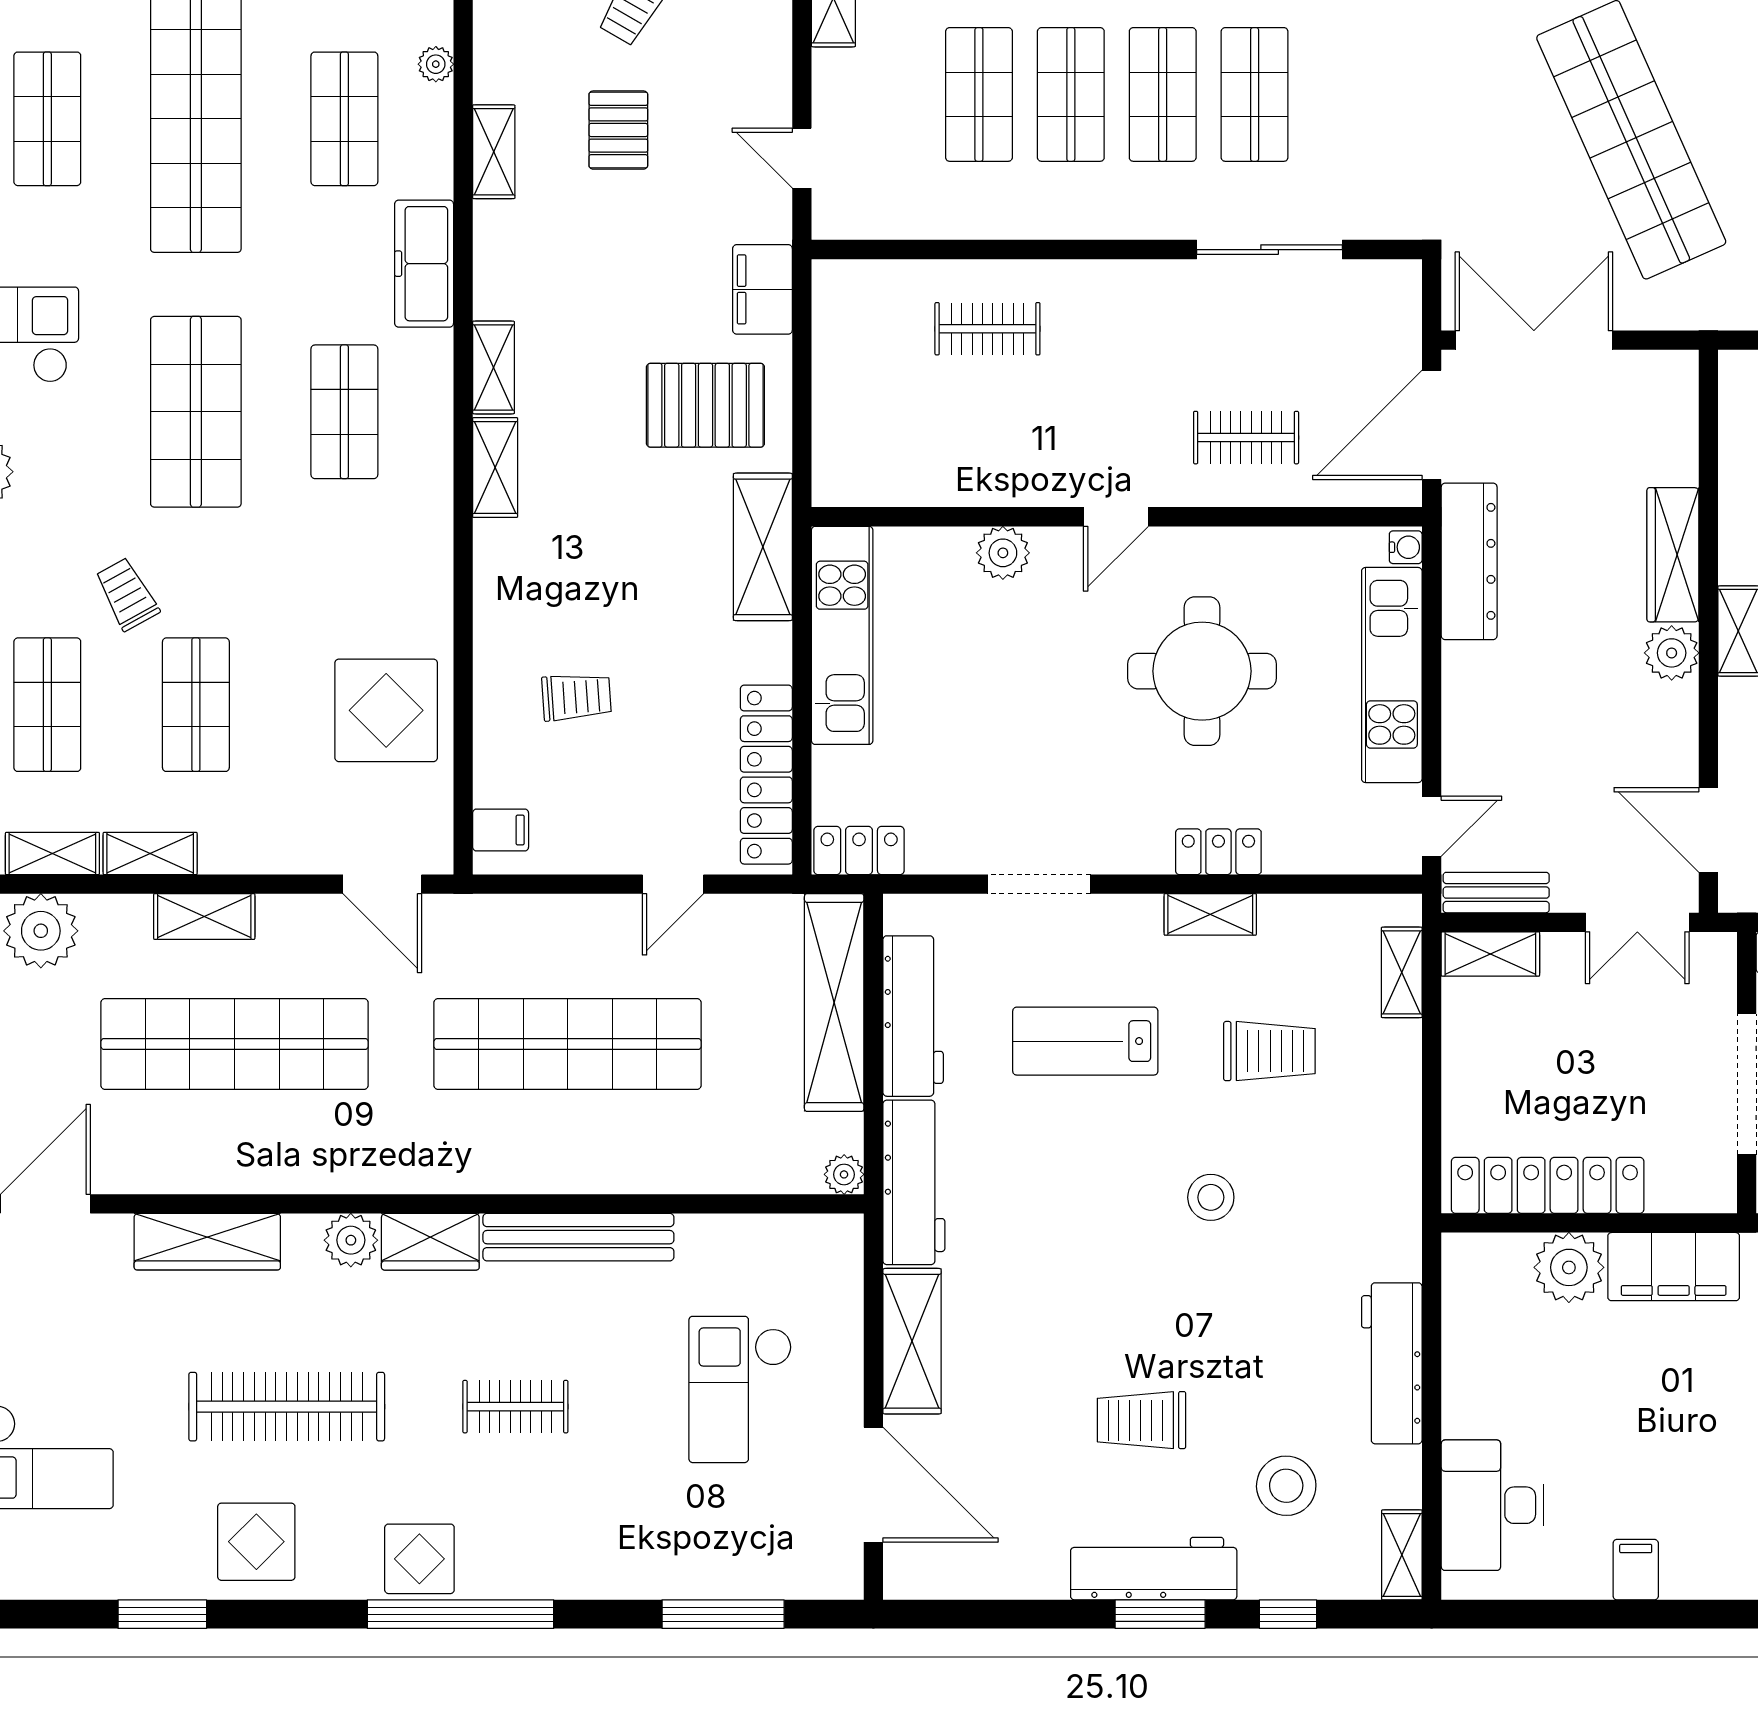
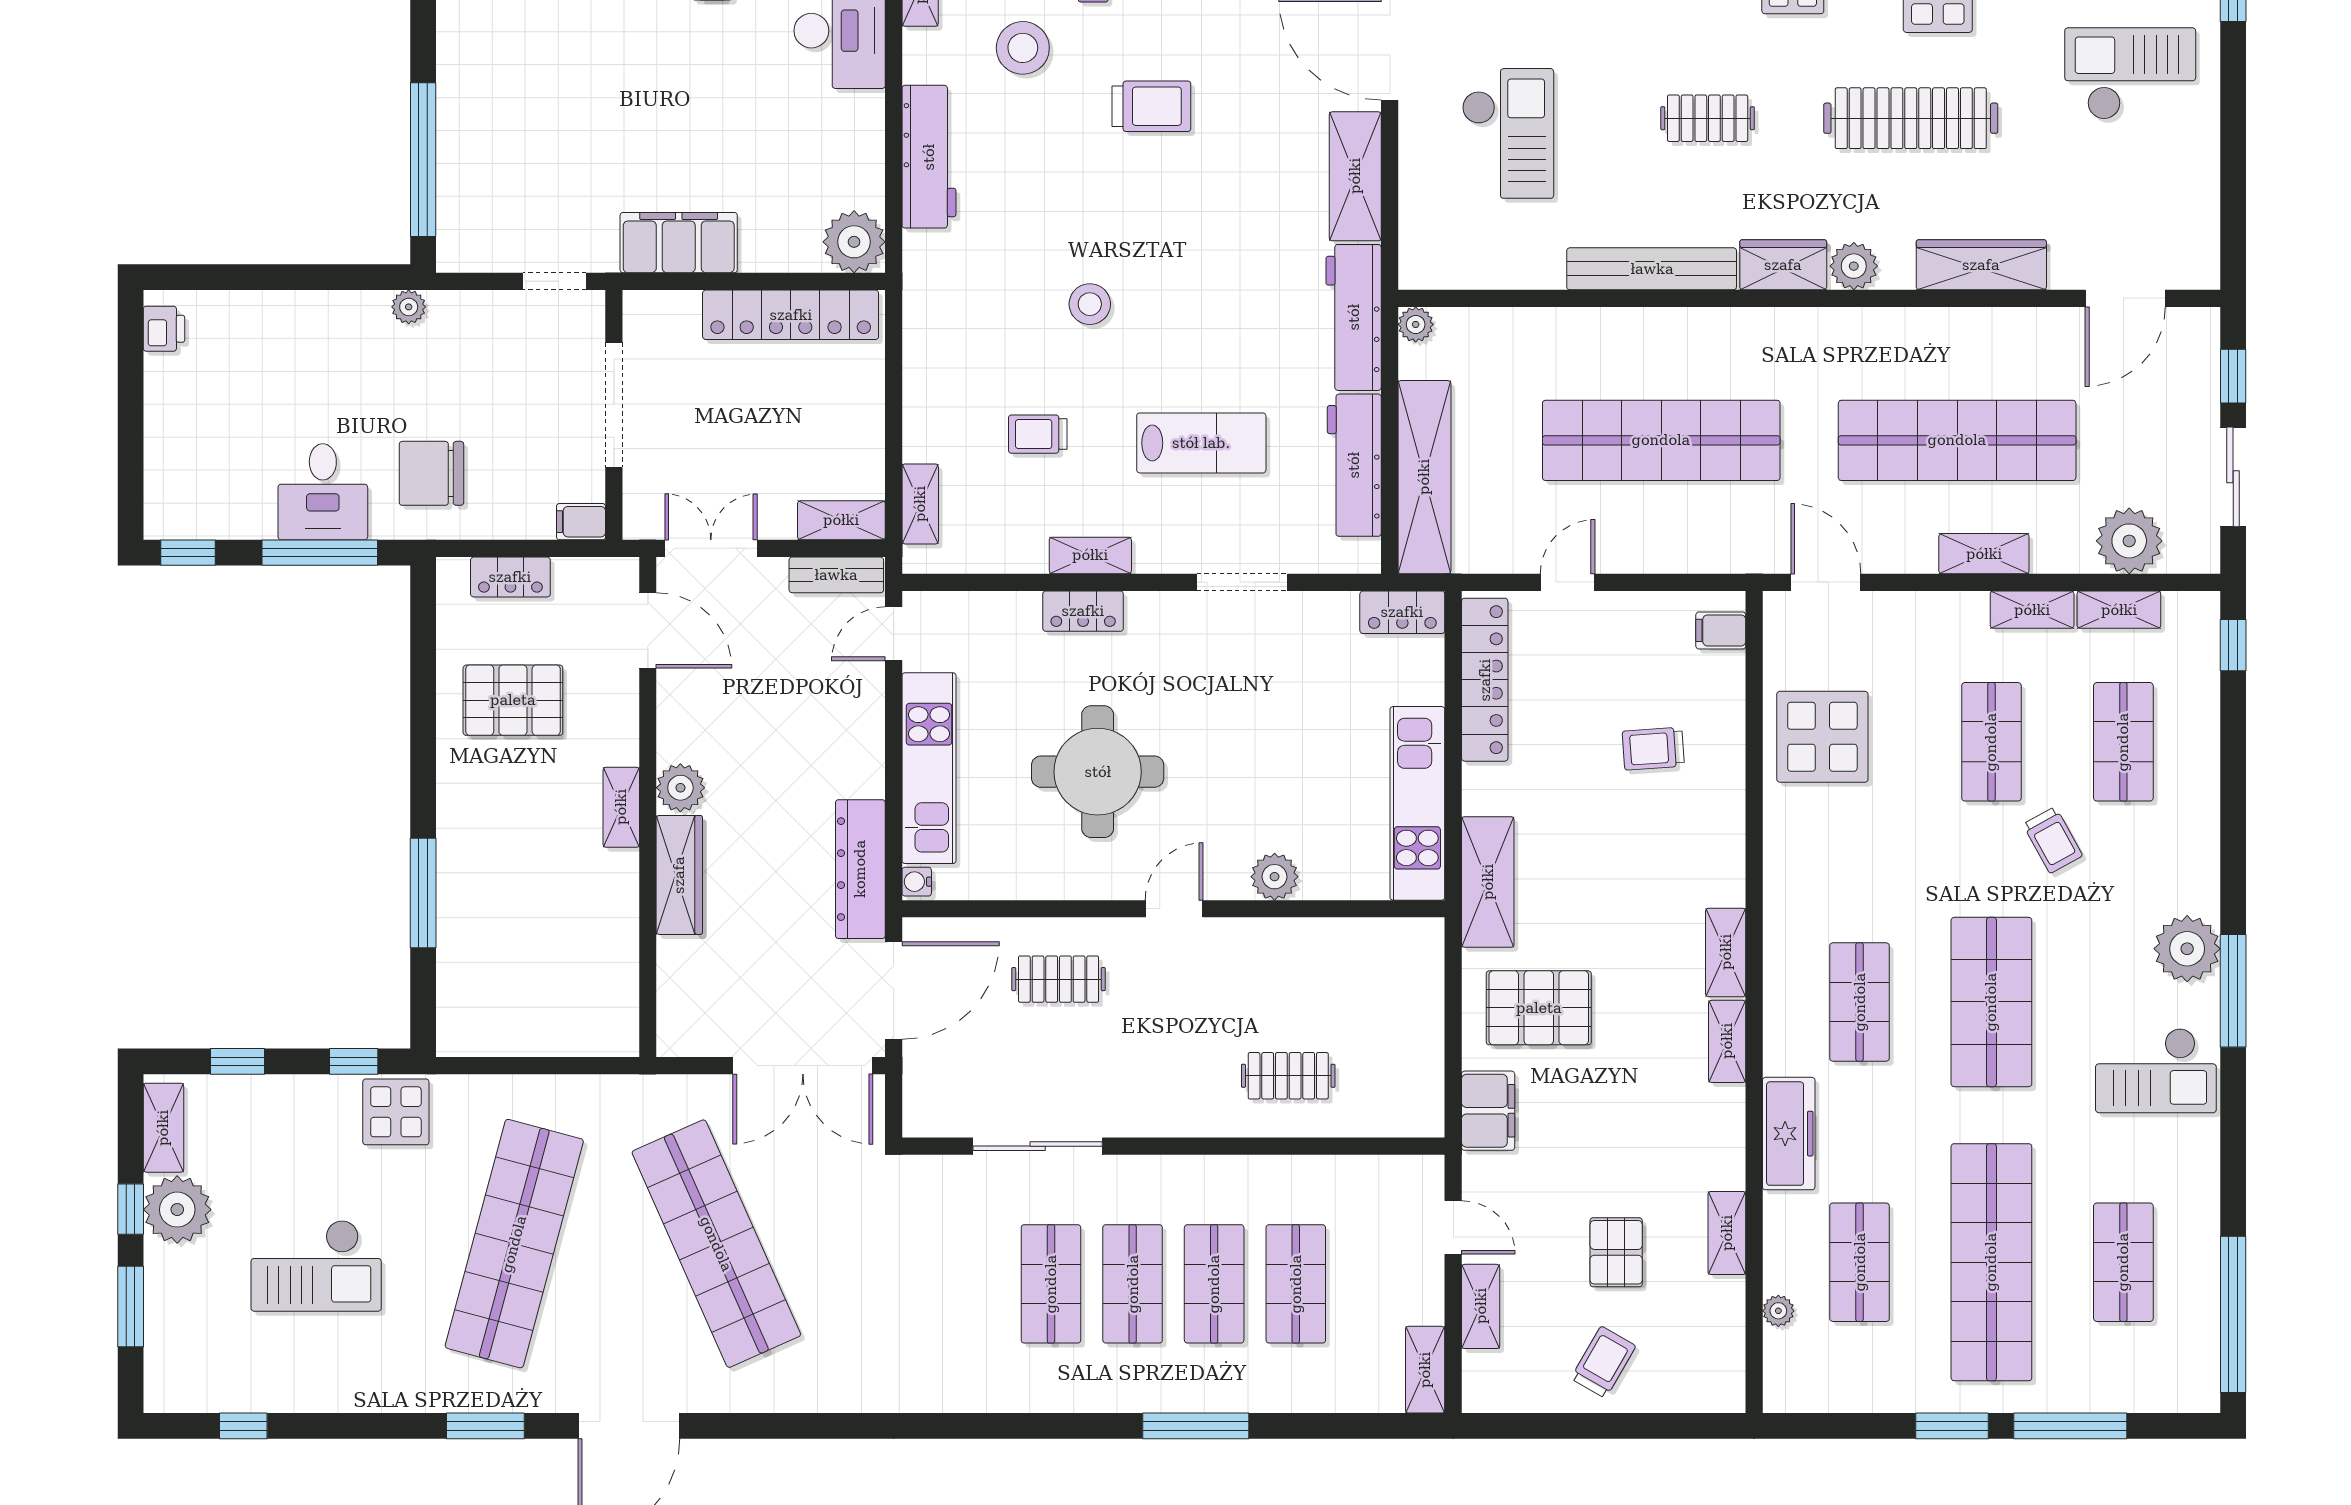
shelving: (771, 69) -> (1481, 1306), added
trolley: (1269, 1051) -> (1038, 434), width x0.73, depth x0.72
plant: (1569, 1267) -> (854, 242), moved

